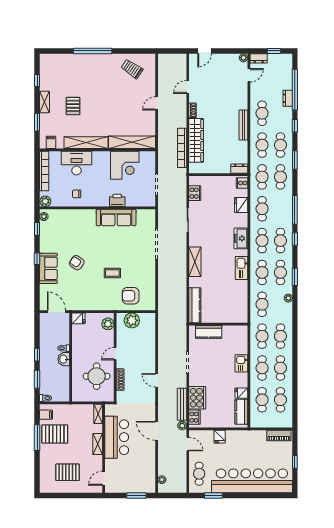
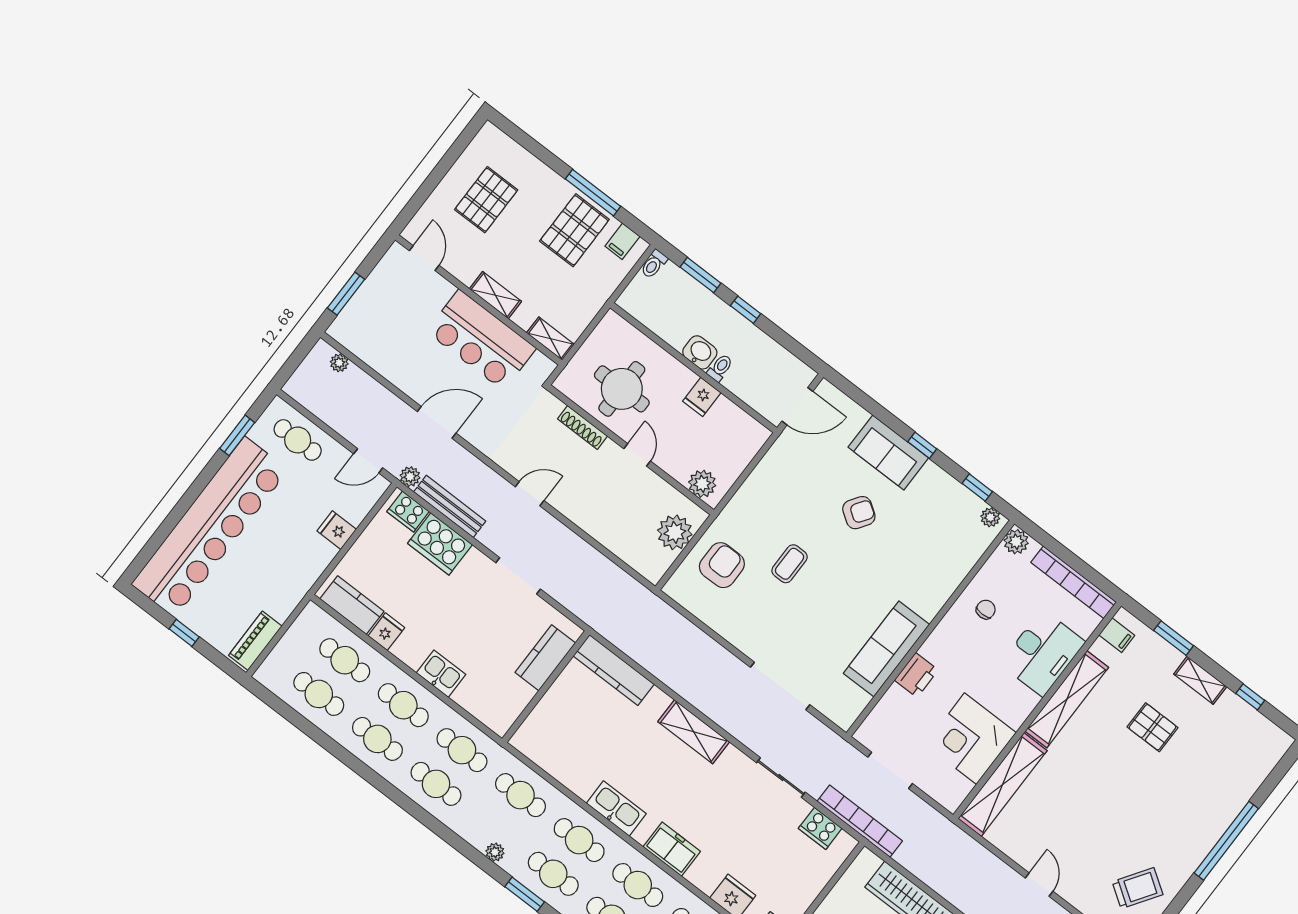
bookcase: (182, 148) -> (860, 821), moved
fridge: (78, 318) -> (702, 397), moved

